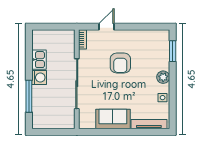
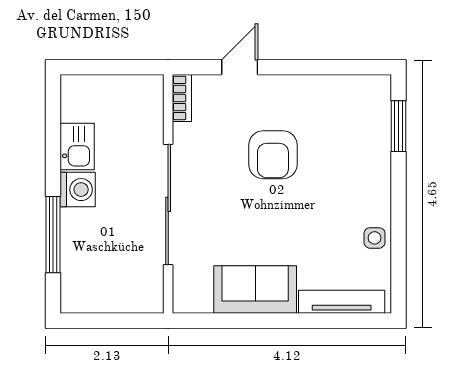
plant: (163, 77) -> (376, 189), removed

